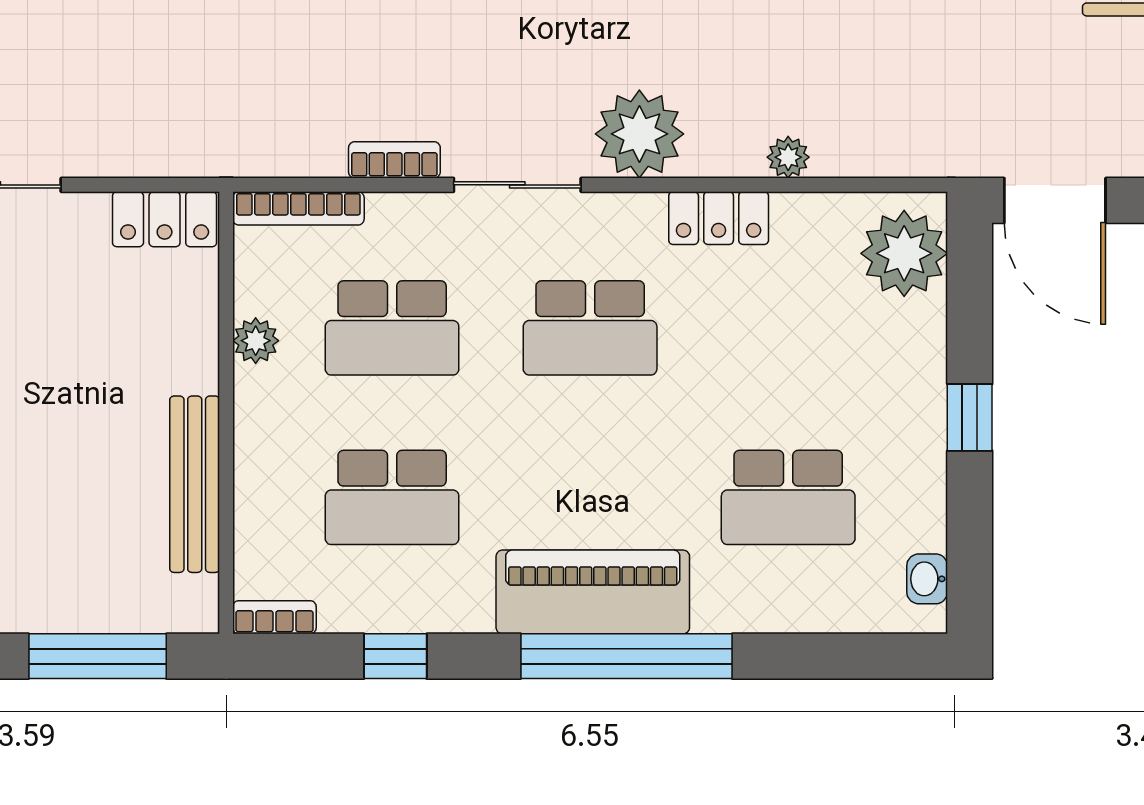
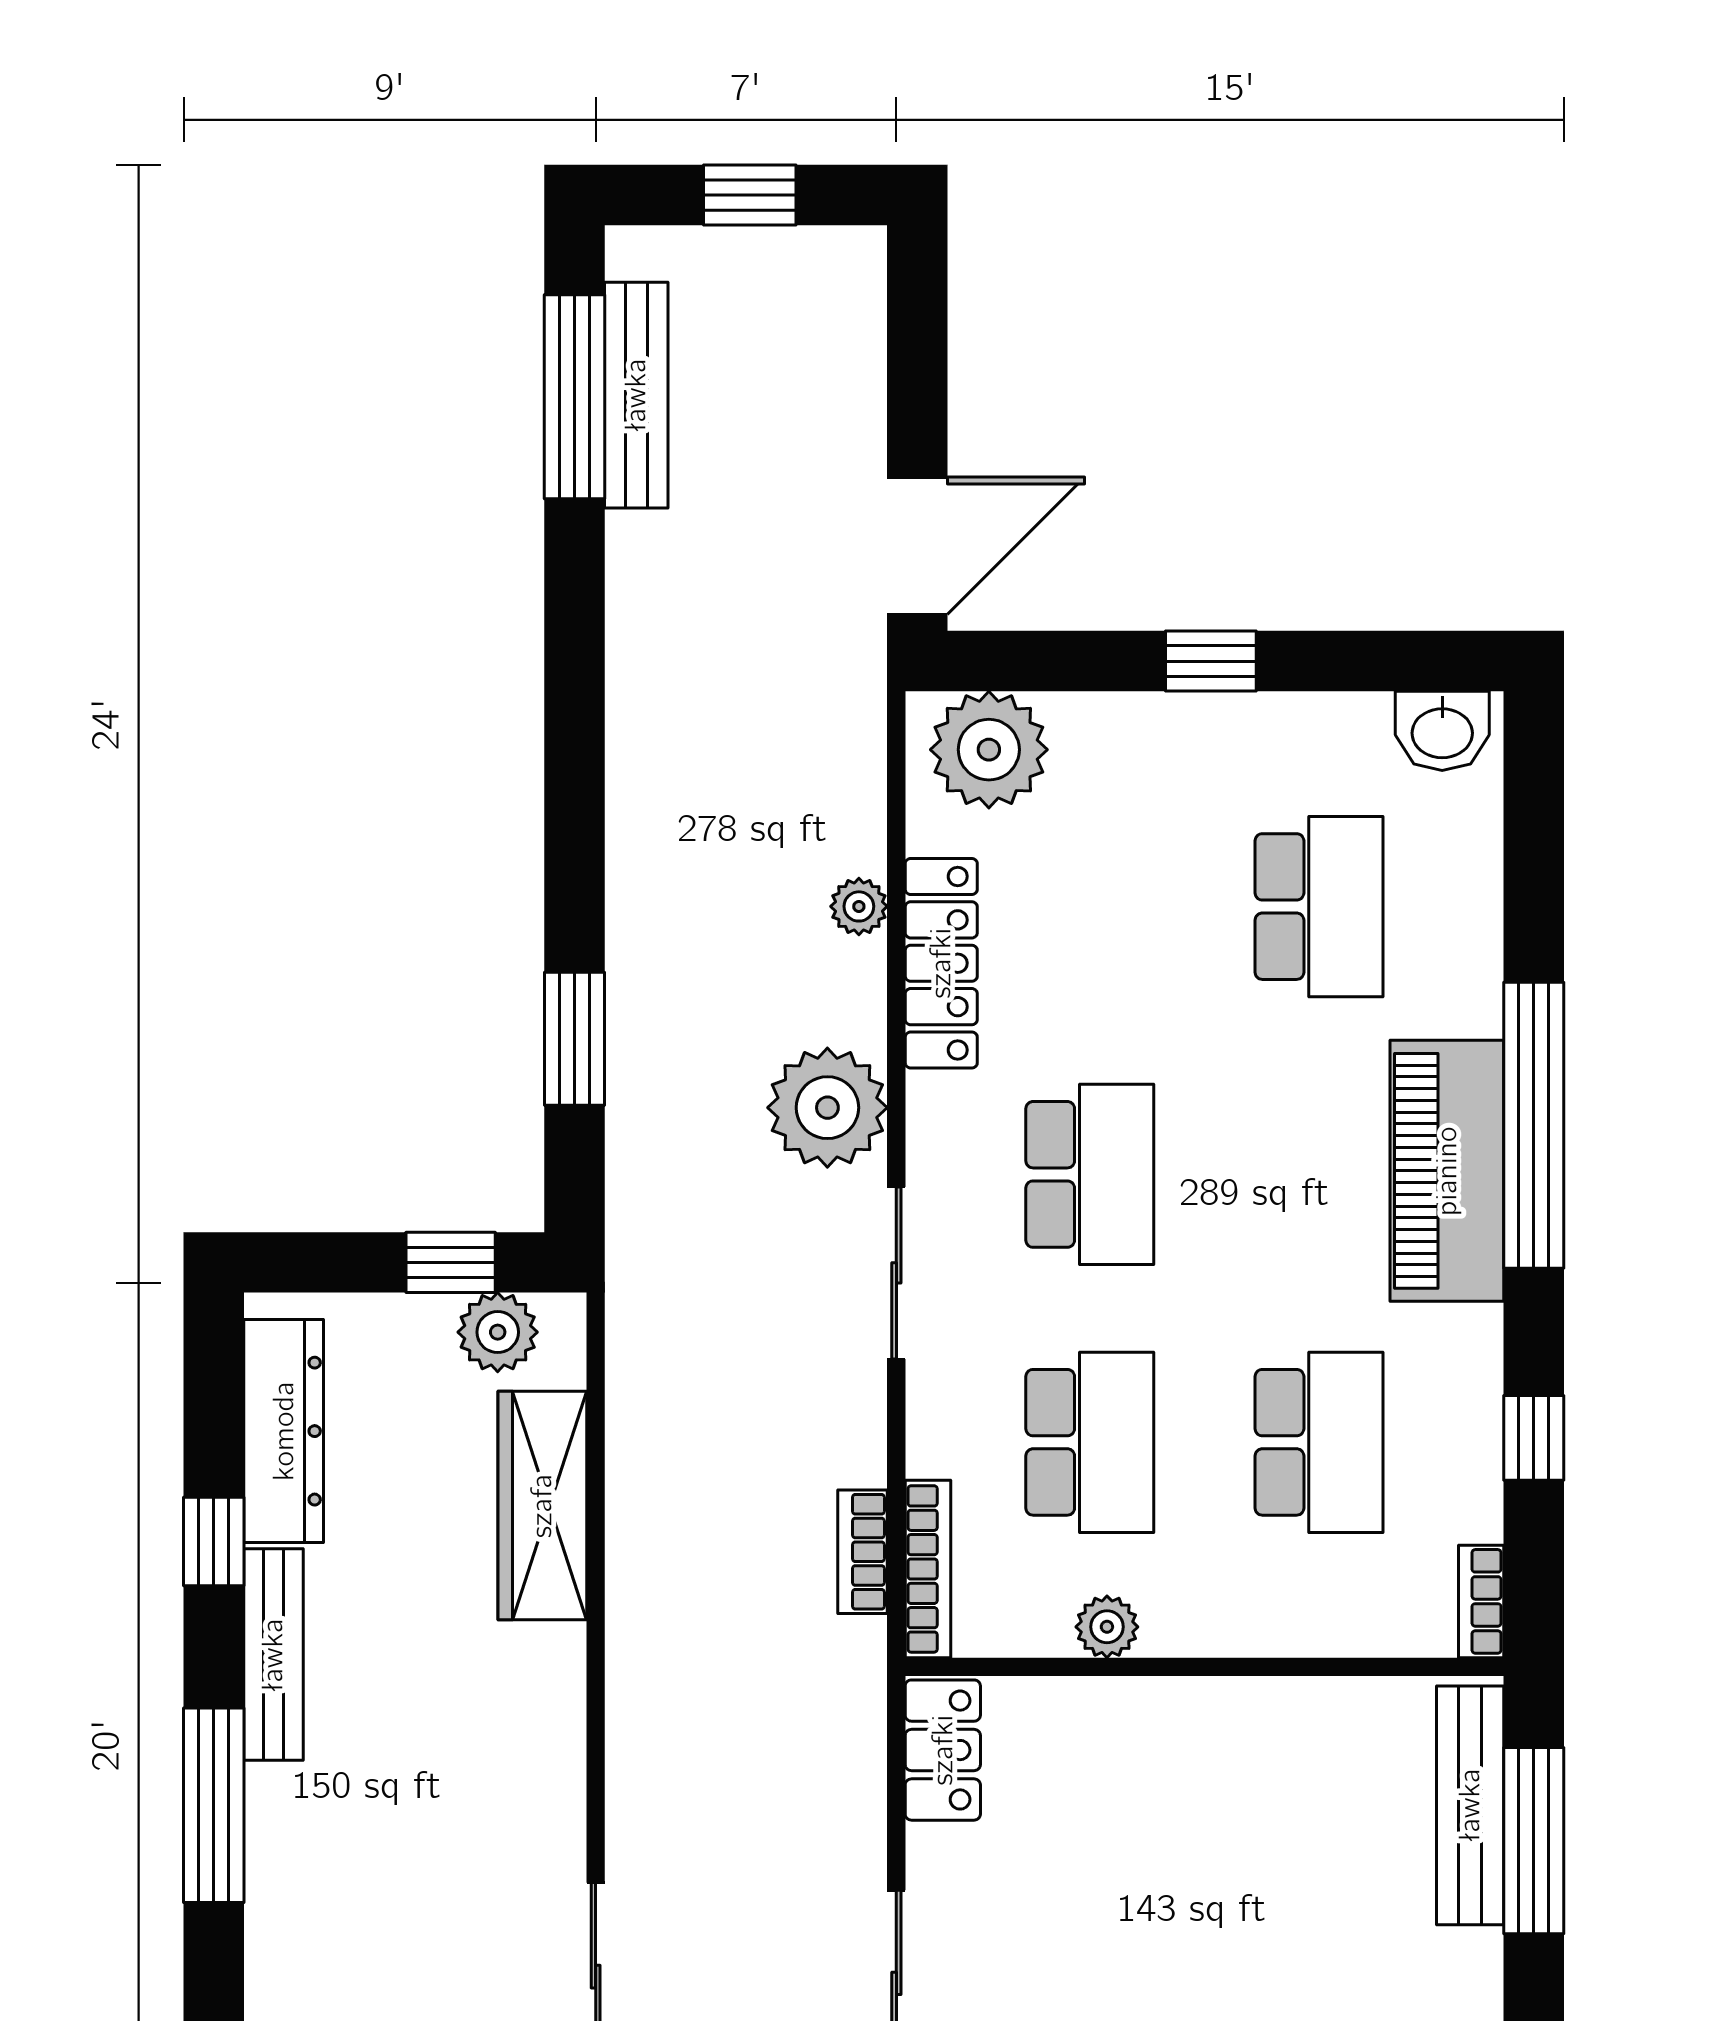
bookcase: (394, 160) -> (863, 1552), moved
locker: (719, 218) -> (941, 963), width x1.53
bench: (195, 484) -> (1470, 1805), moved, turned 90
washbasin: (927, 579) -> (1442, 731), width x1.38, depth x1.45

